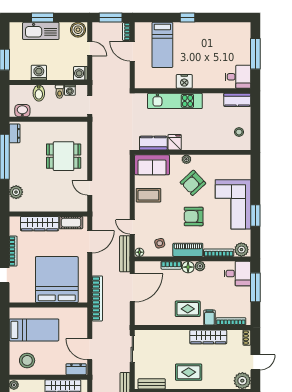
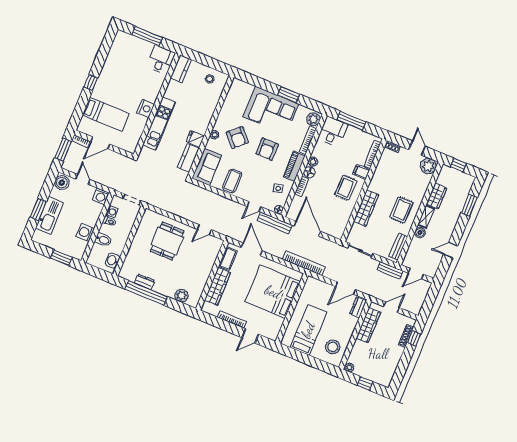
door: (90, 49) -> (83, 179), hinge flipped
dresser: (15, 133) -> (144, 282), moved
wardrobe: (208, 337) -> (366, 208), moved

